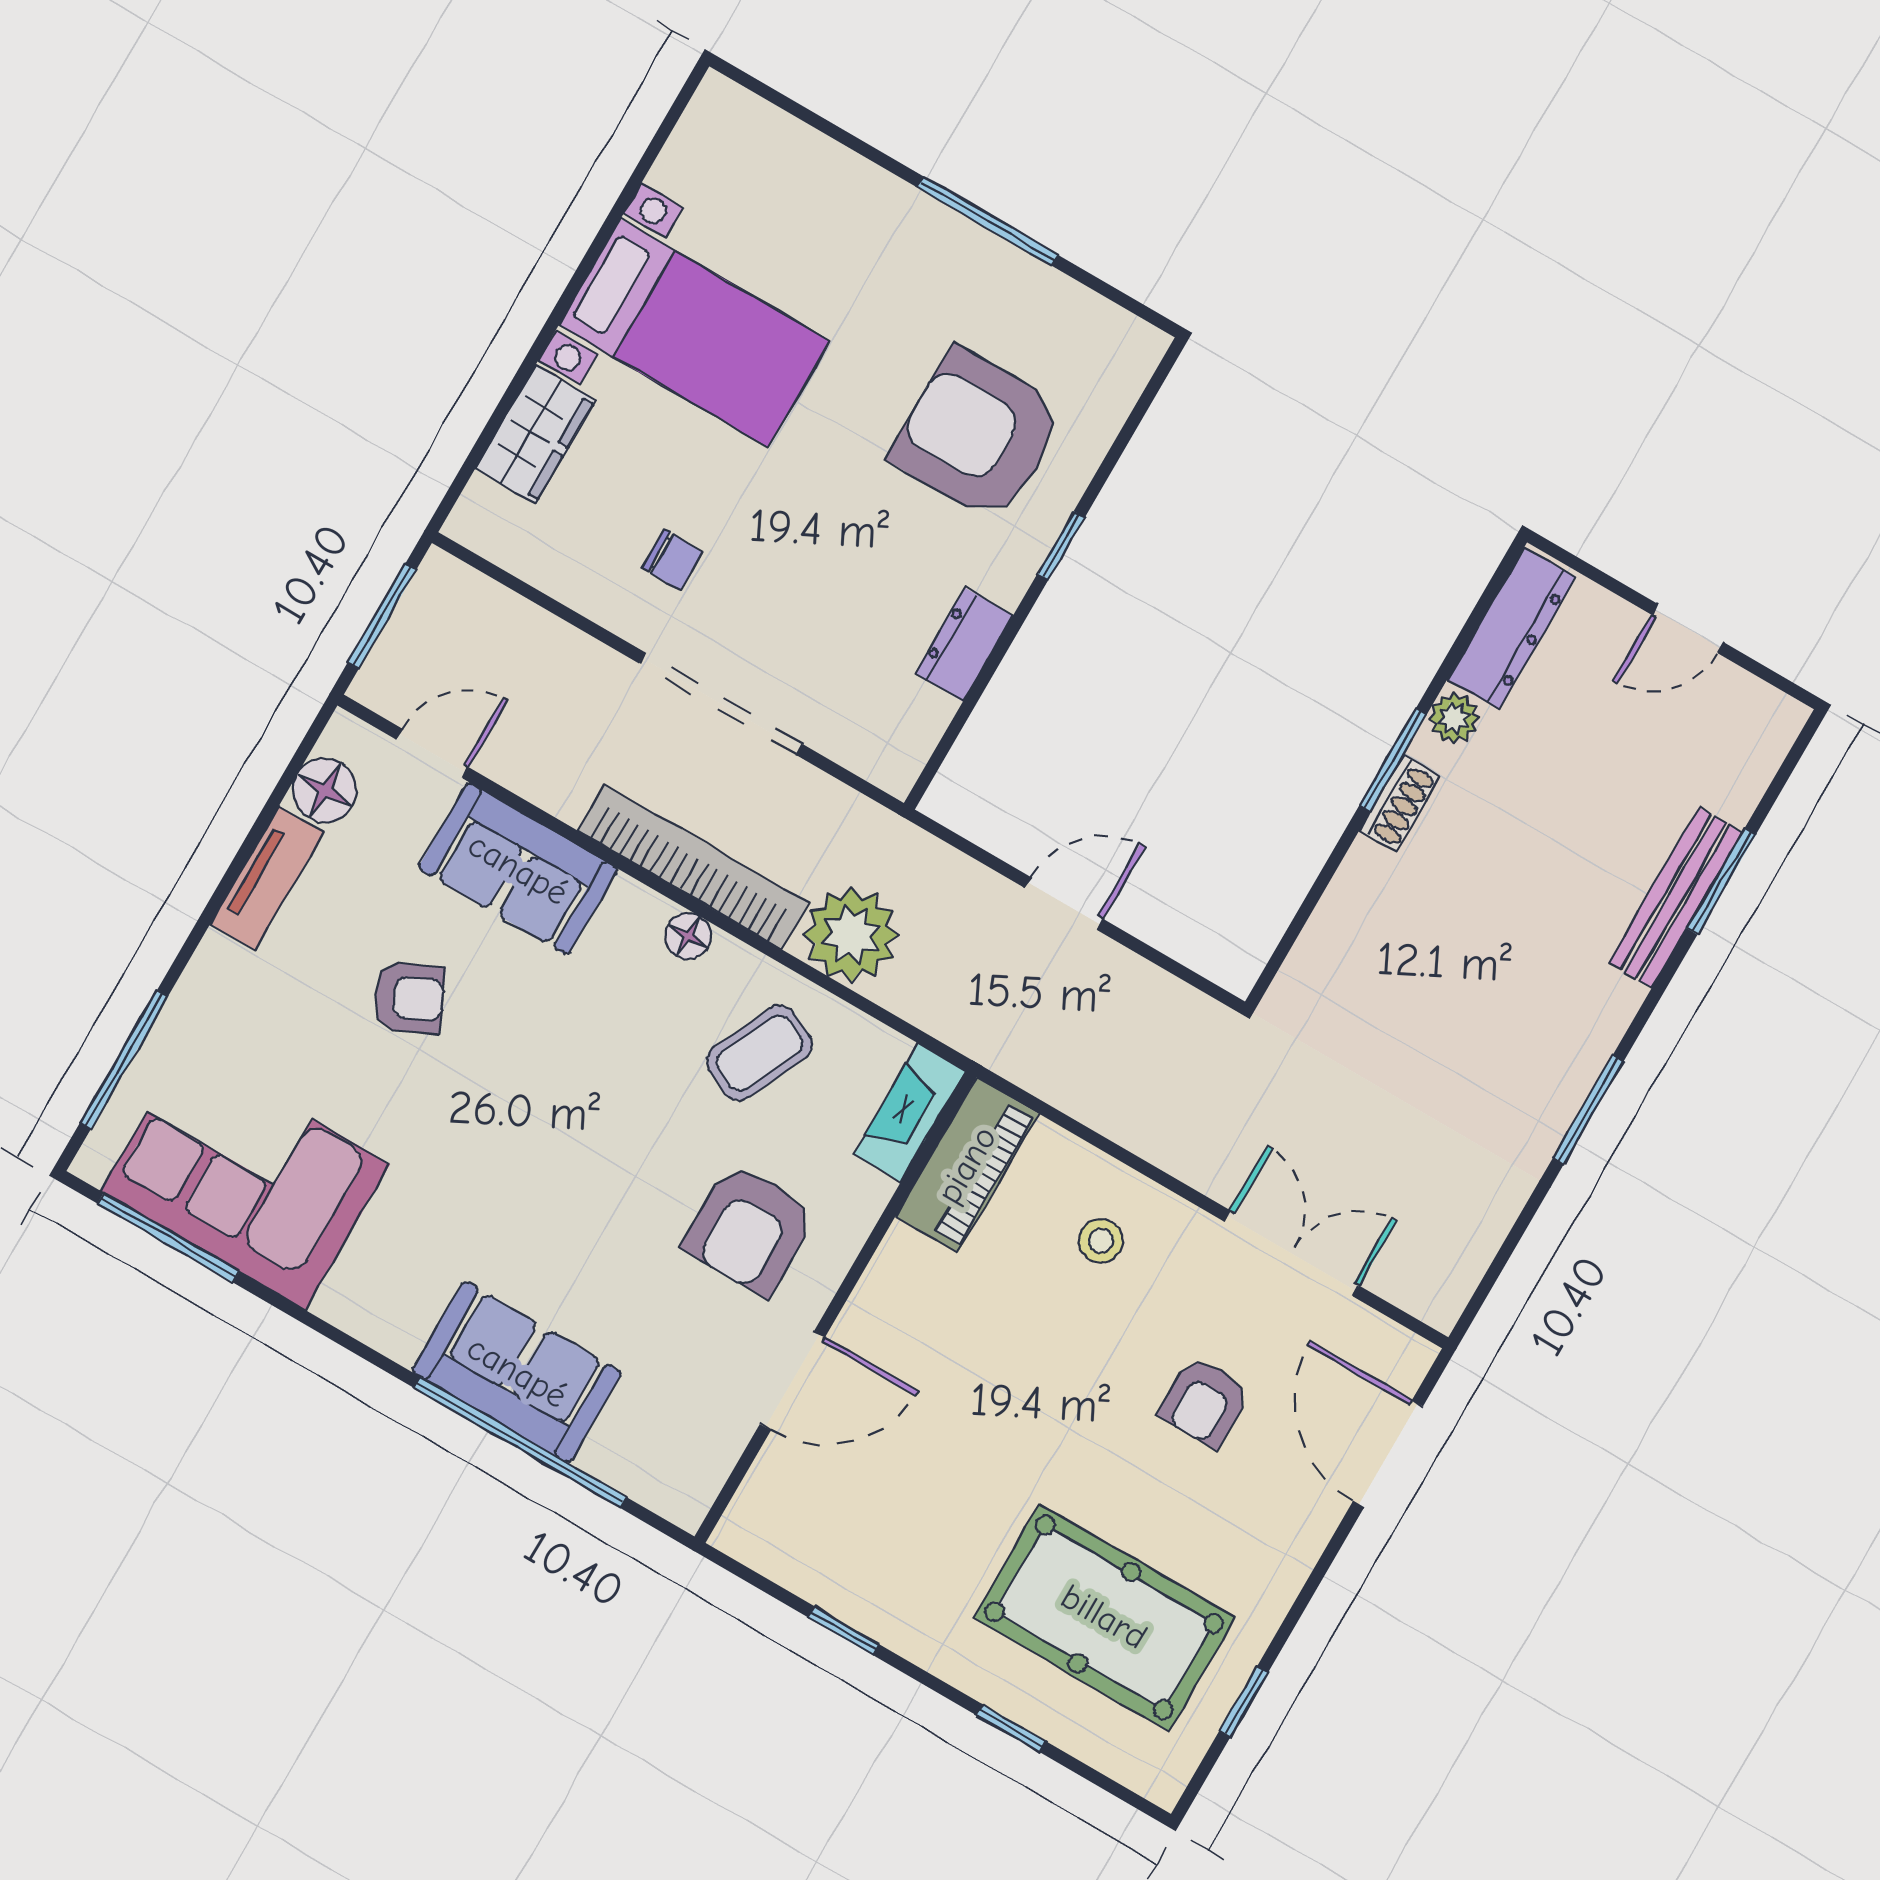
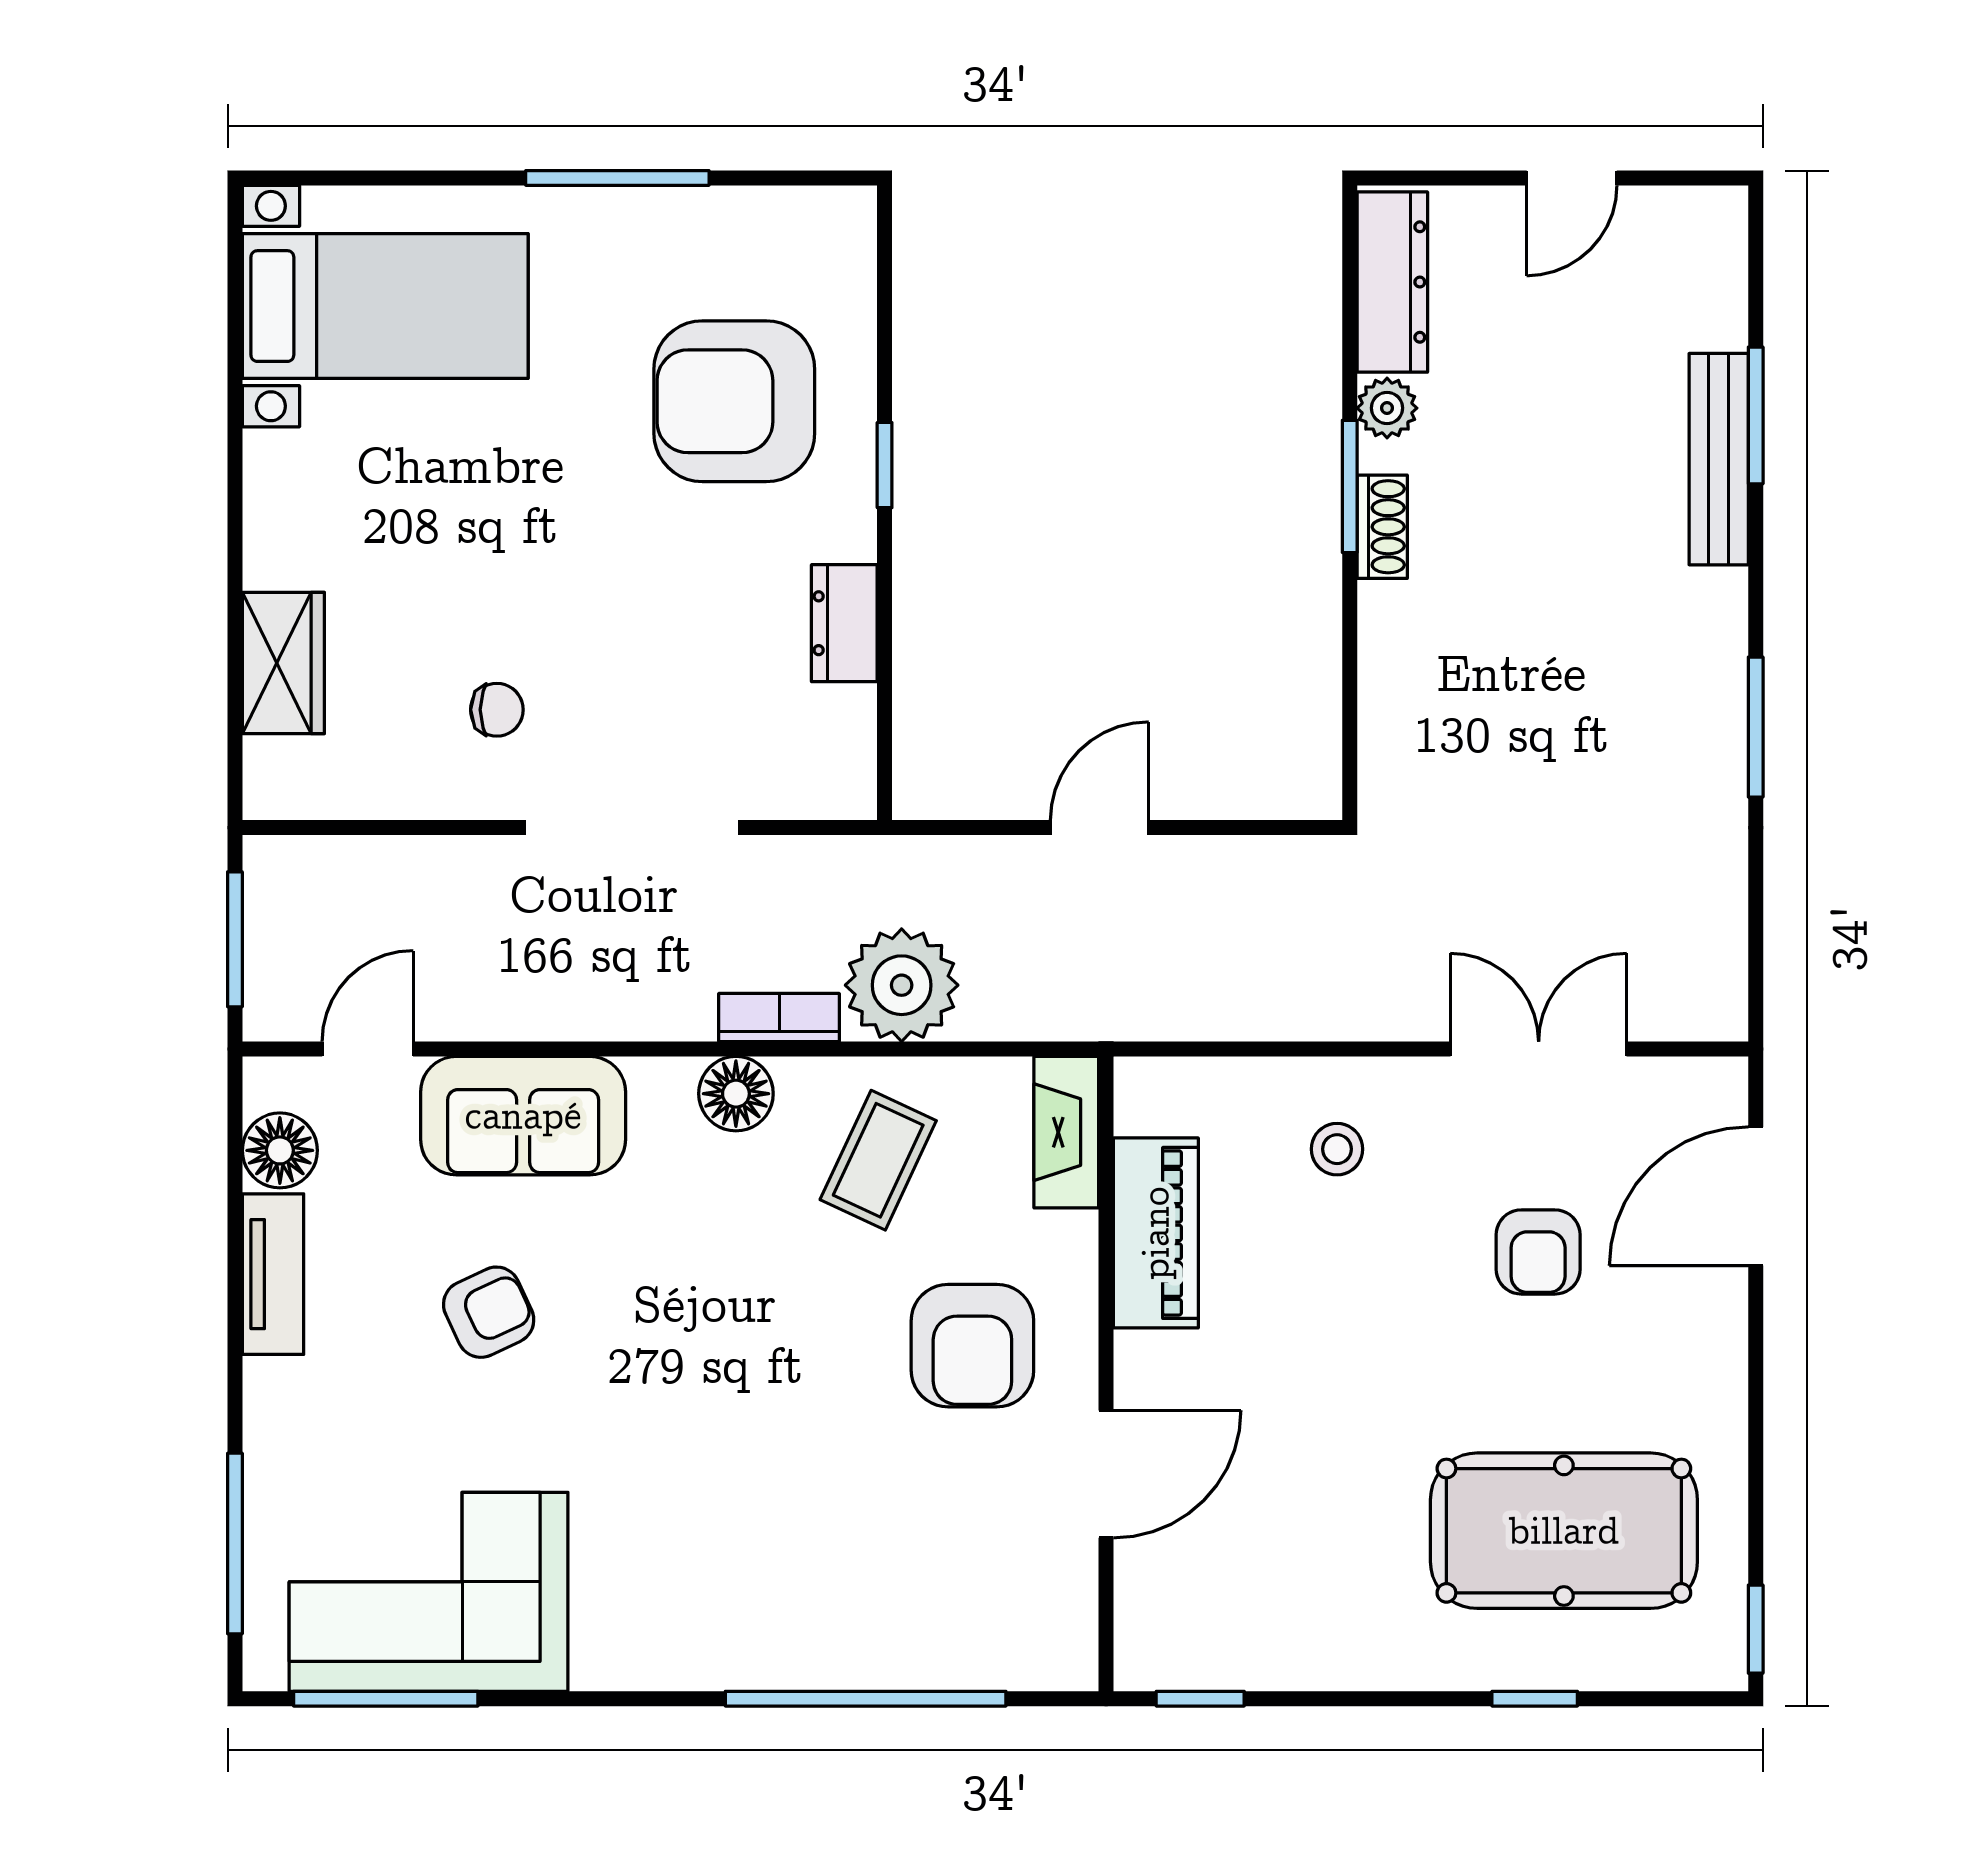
bed with nightstands: (694, 333) -> (385, 306), moved
bookcase: (693, 867) -> (779, 1018), width x0.43, depth x0.76
floor lamp: (688, 936) -> (736, 1094), width x1.37, depth x1.37
piano: (967, 1165) -> (1156, 1233), moved
sofa: (517, 1372) -> (820, 1629), removed
door: (1388, 1454) -> (1756, 1196), hinge flipped
window: (844, 1631) -> (1200, 1699), moved
window: (1244, 1702) -> (1756, 1629), moved

